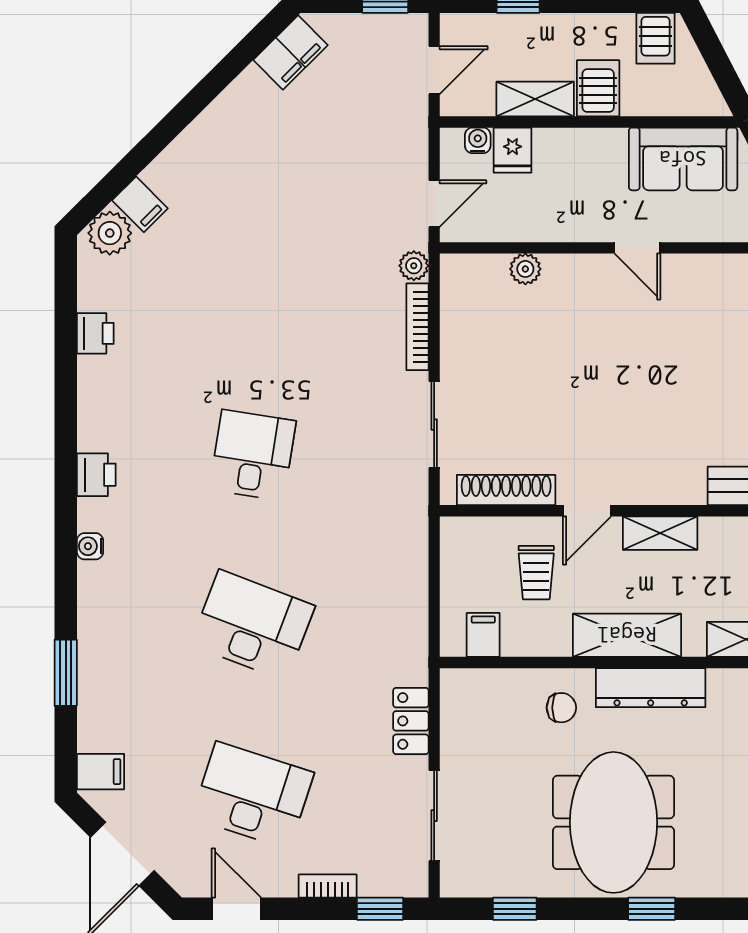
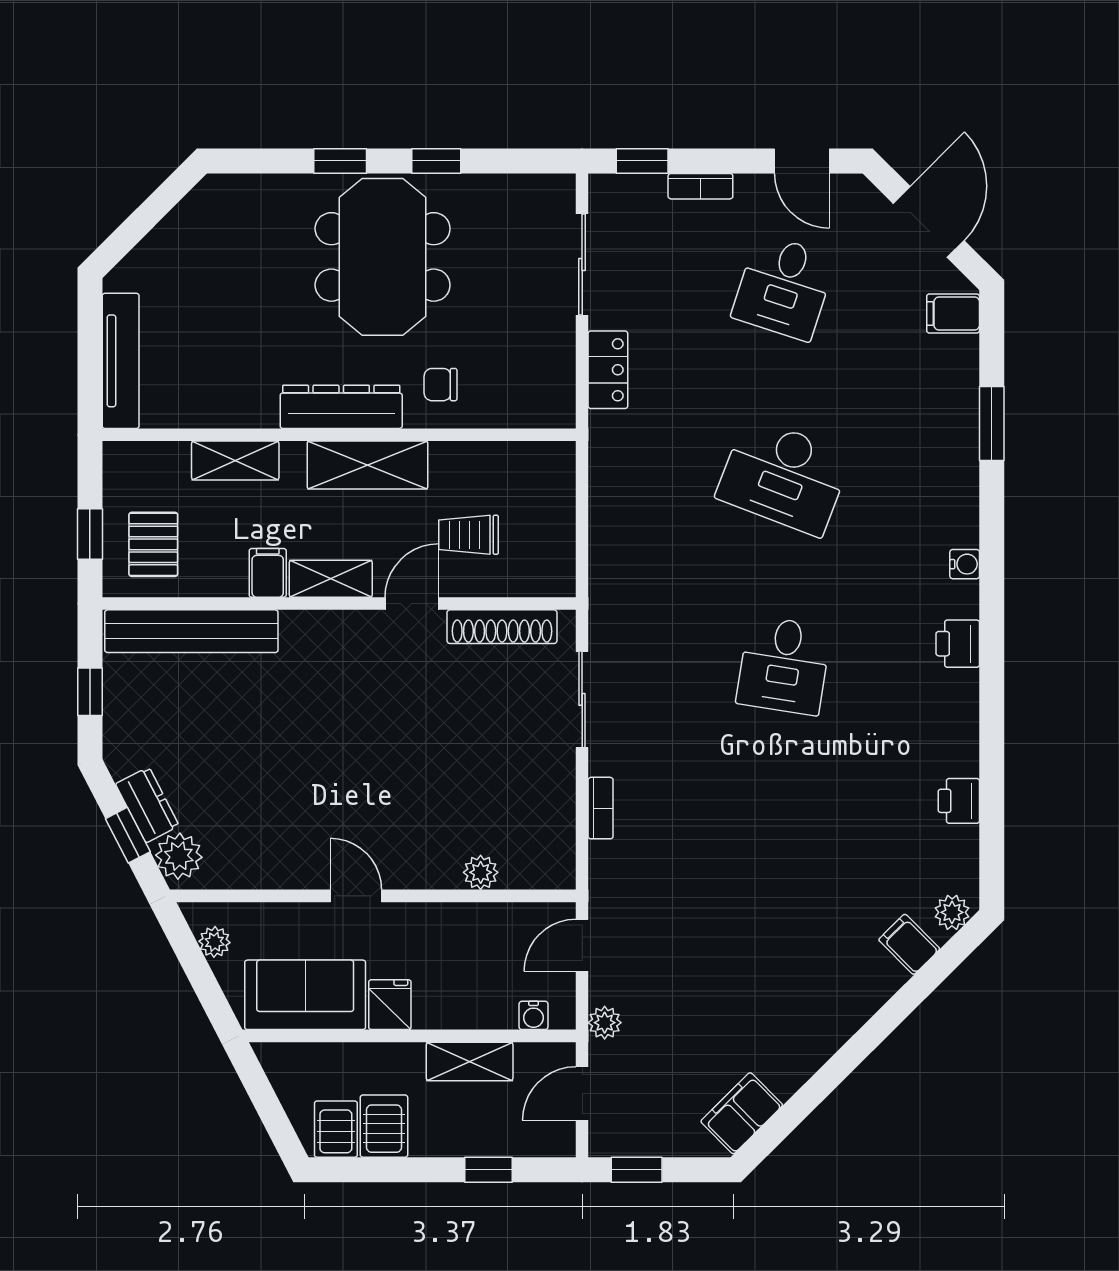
server rack: (598, 88) -> (384, 1126), moved, turned 180
fridge: (512, 150) -> (390, 1005), moved
plant: (110, 233) -> (952, 912), width x0.73, depth x0.73
plant: (414, 266) -> (605, 1023), moved
bookcase: (417, 327) -> (601, 808), width x0.64
trolley: (536, 573) -> (468, 535), turned -90
filing cabinet: (483, 635) -> (268, 573), moved, turned 180
desk: (253, 795) -> (784, 287), width x0.73
window: (515, 909) -> (436, 161), moved

